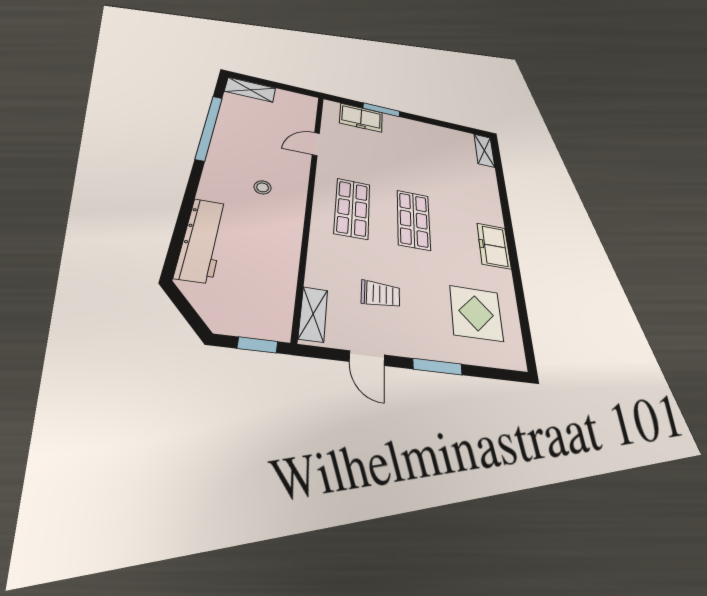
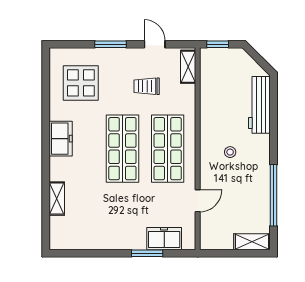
shelving: (484, 150) -> (57, 199), moved
shop shelf: (352, 208) -> (168, 149), width x1.43, depth x1.36
shop shelf: (414, 220) -> (122, 149), width x1.43, depth x1.36

